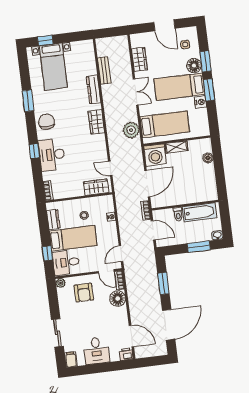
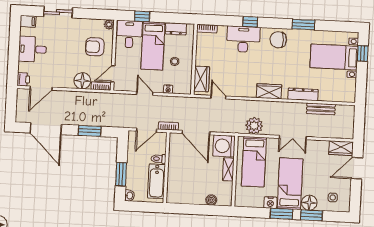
door: (164, 25) -> (357, 168), moved
wardrobe: (139, 59) -> (341, 148), moved
chair: (46, 122) -> (278, 40), turned 180
door: (110, 168) -> (218, 97), hinge flipped
door: (121, 254) -> (145, 93), moved

